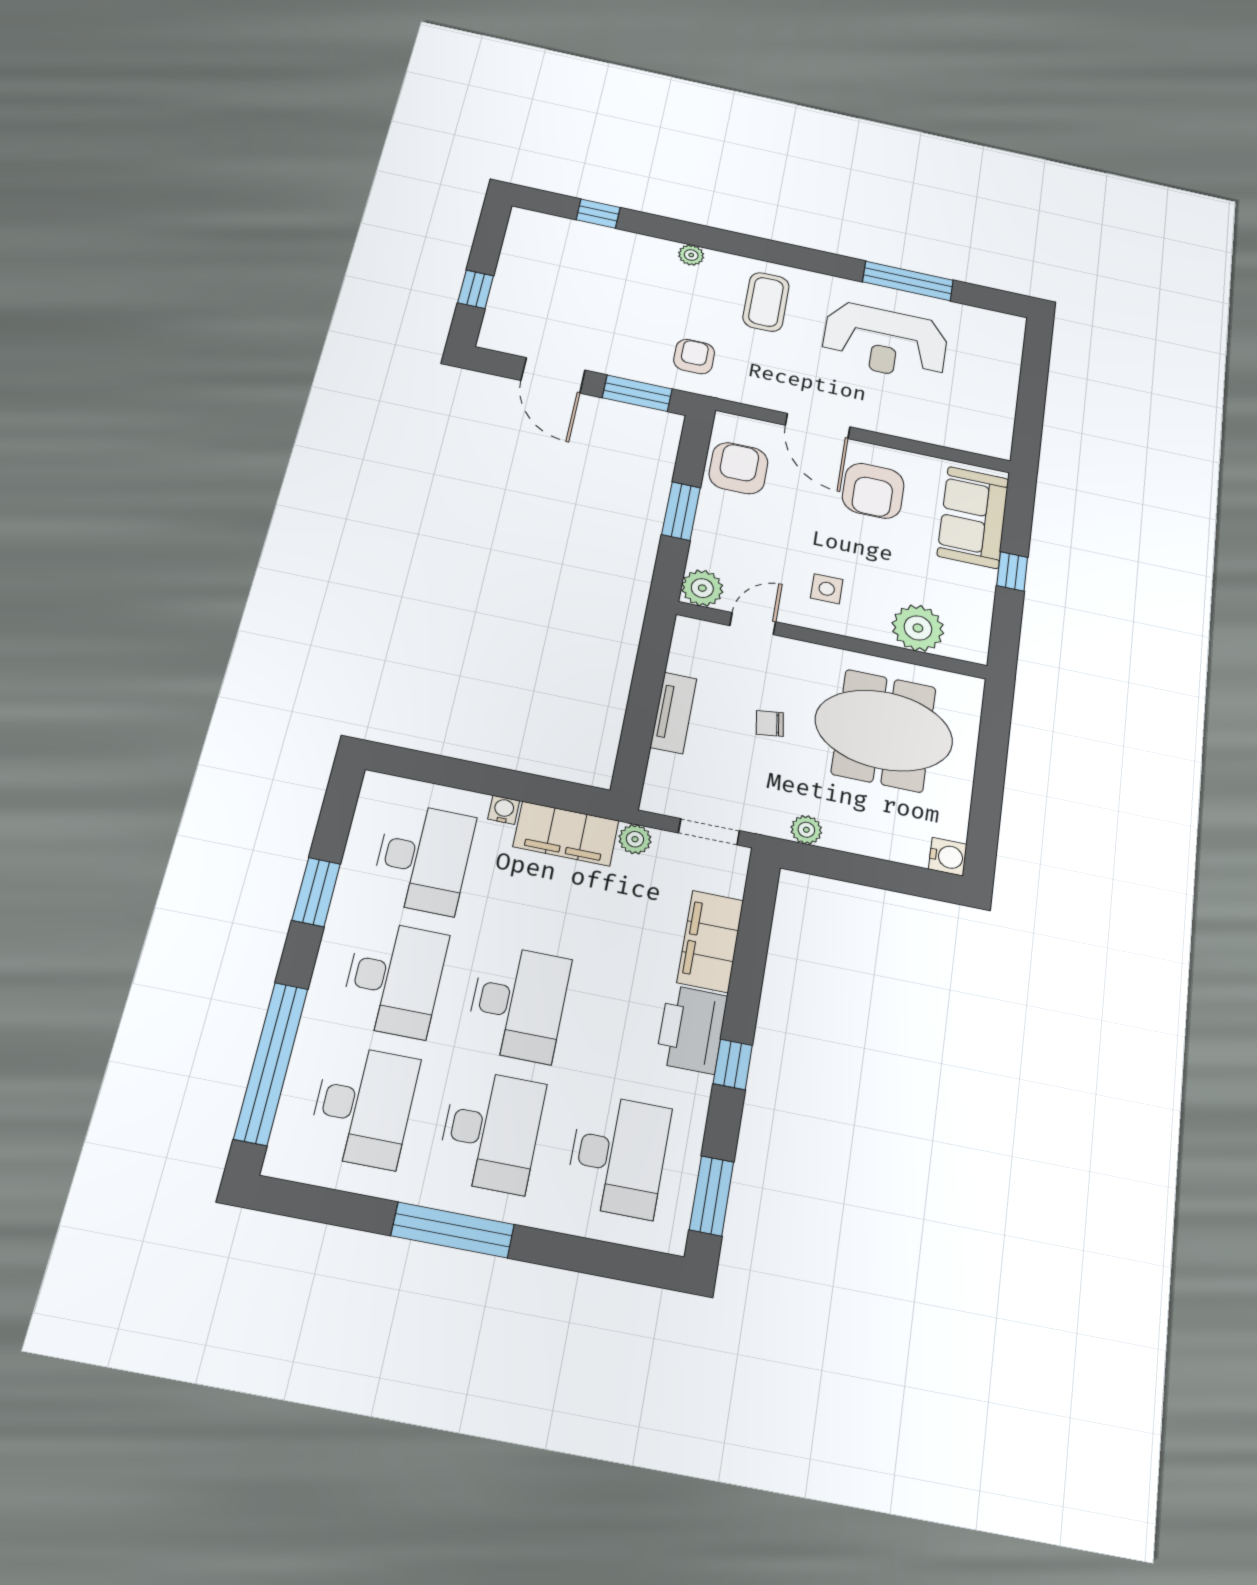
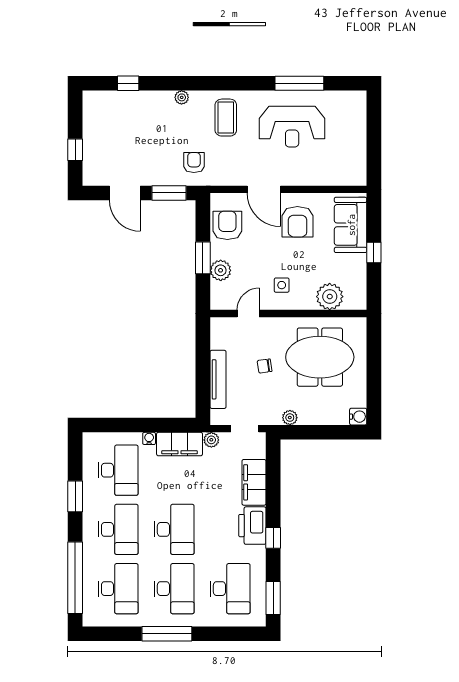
plant: (702, 588) -> (221, 270), moved
tv unit: (673, 713) -> (218, 379), width x1.41

